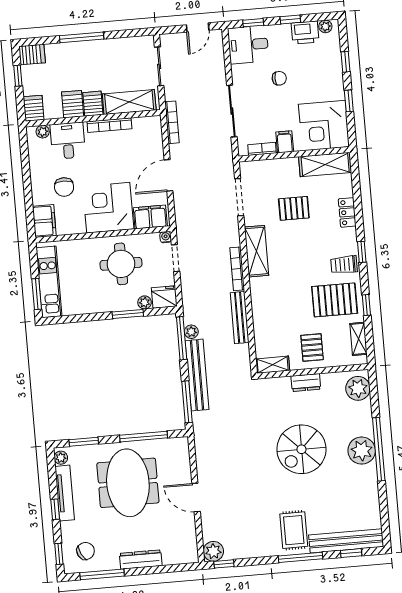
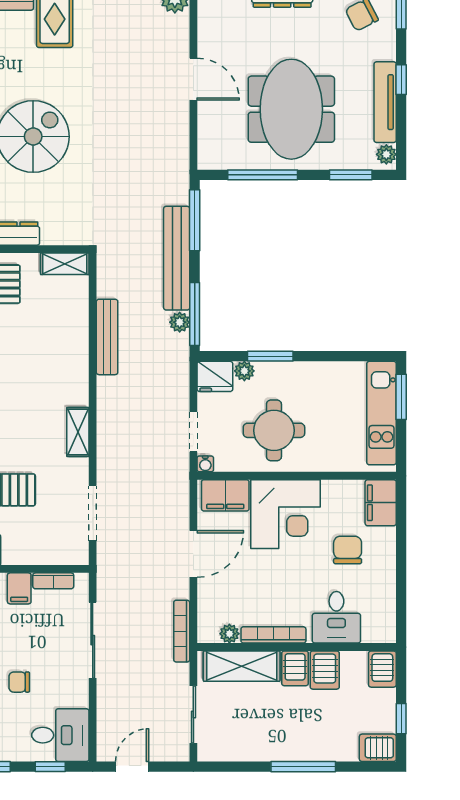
plant: (43, 132) -> (229, 634), moved
shelving: (256, 251) -> (78, 432), width x0.67, depth x0.75
bookcase: (237, 269) -> (105, 409), removed

